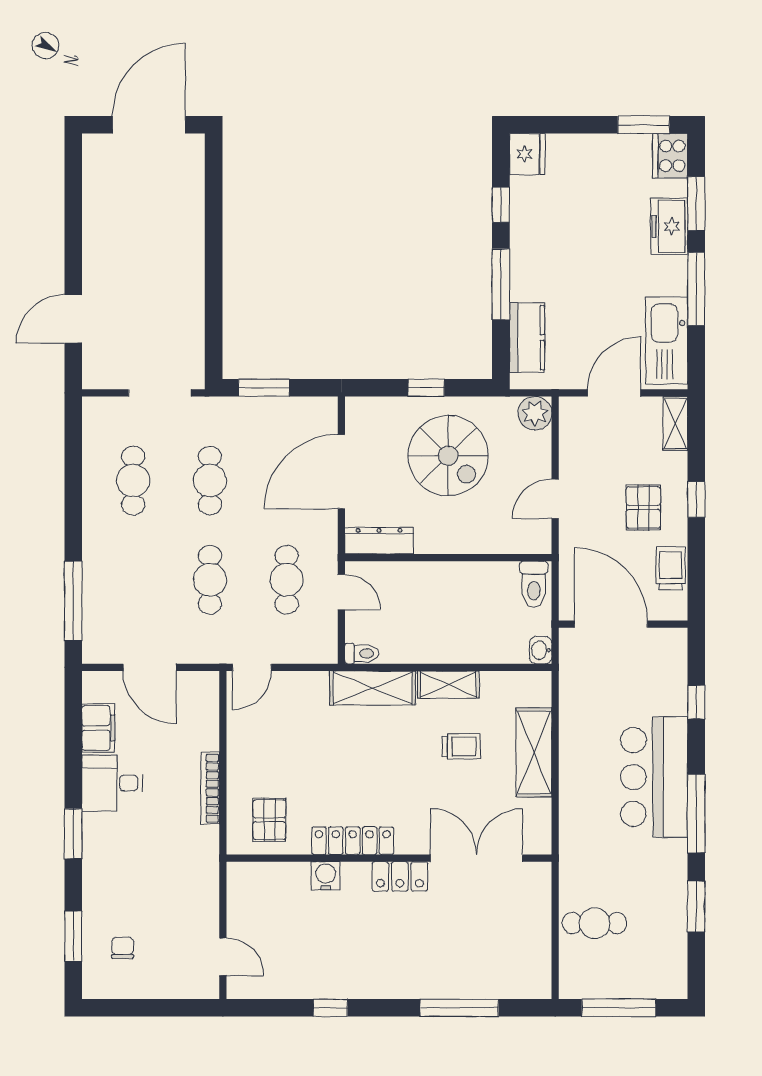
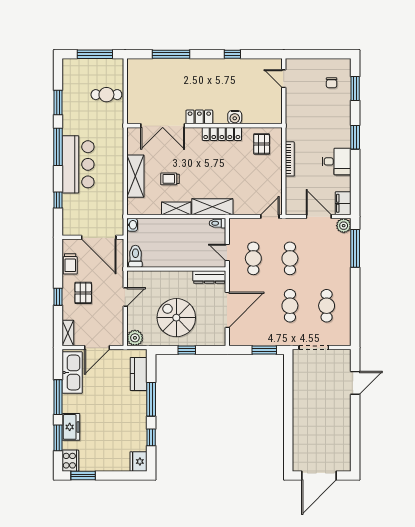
plant: (97, 648) -> (344, 226), added
filing cabinet: (98, 728) -> (343, 203), moved

